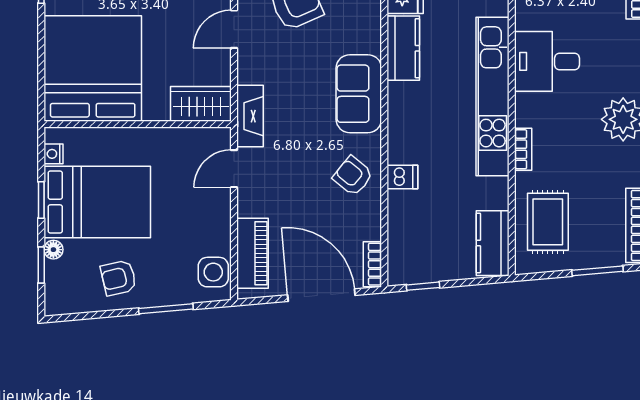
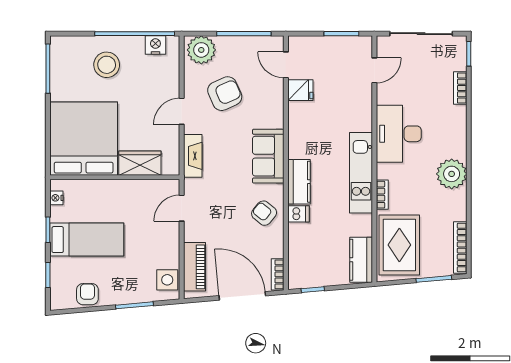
kitchen counter: (403, 48) -> (299, 182), moved
desk: (547, 61) -> (399, 134), width x1.37
kitchen unit: (493, 97) -> (361, 173), width x0.73
wardrobe: (201, 104) -> (140, 163), moved
fireplace: (250, 116) -> (193, 156), moved
bed: (97, 202) -> (87, 240), width x0.67
rug: (548, 222) -> (399, 245), width x1.36, depth x1.43
floor lamp: (53, 250) -> (56, 264), removed
armchair: (119, 278) -> (87, 294), moved, turned 103

